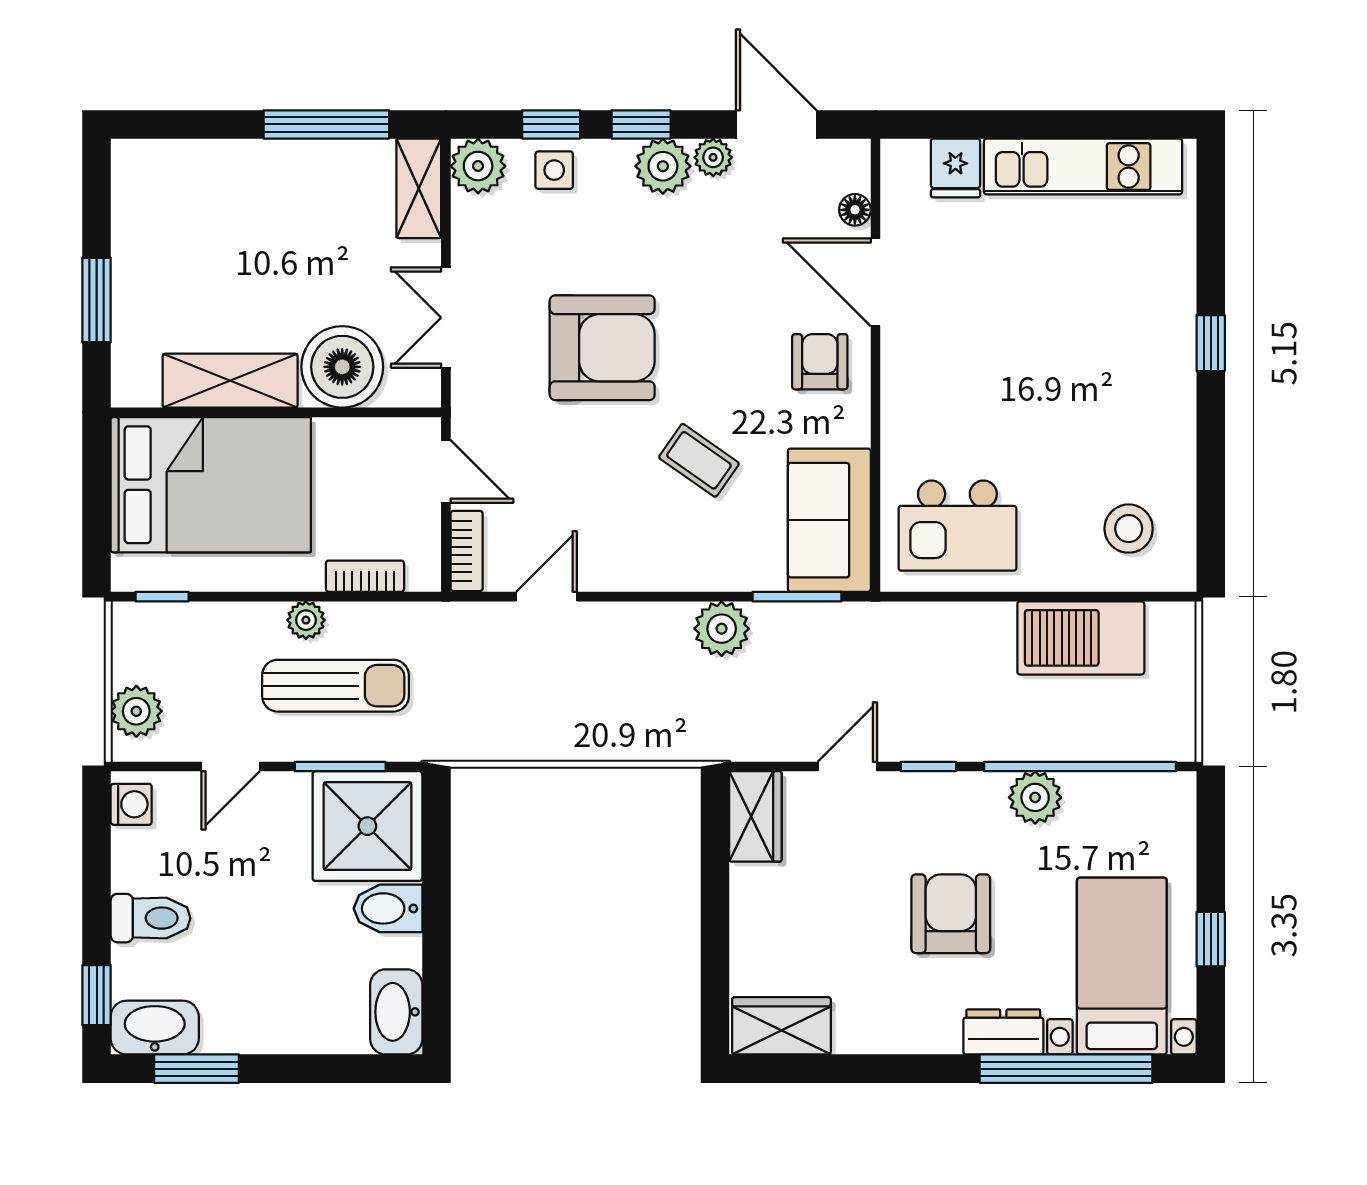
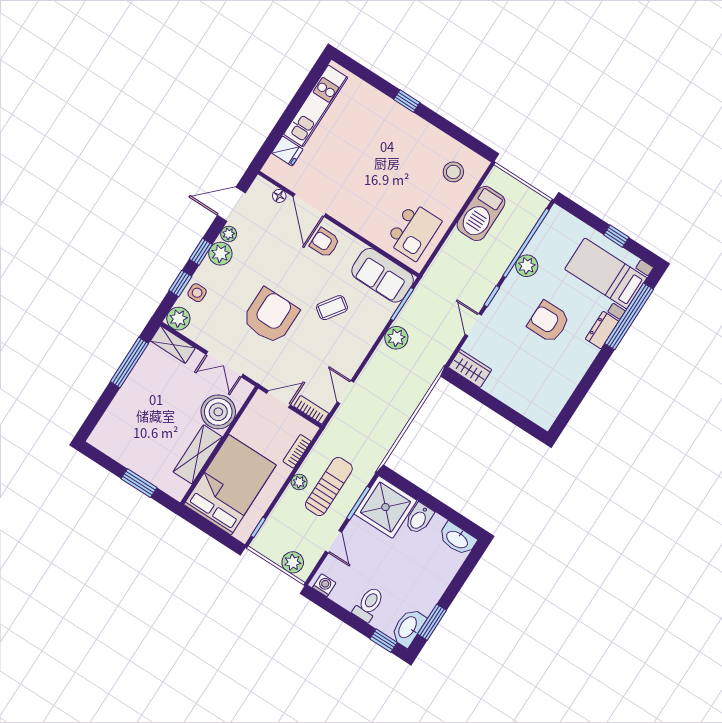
door: (875, 282) -> (309, 205), hinge flipped
wardrobe: (781, 1026) -> (550, 407), removed

